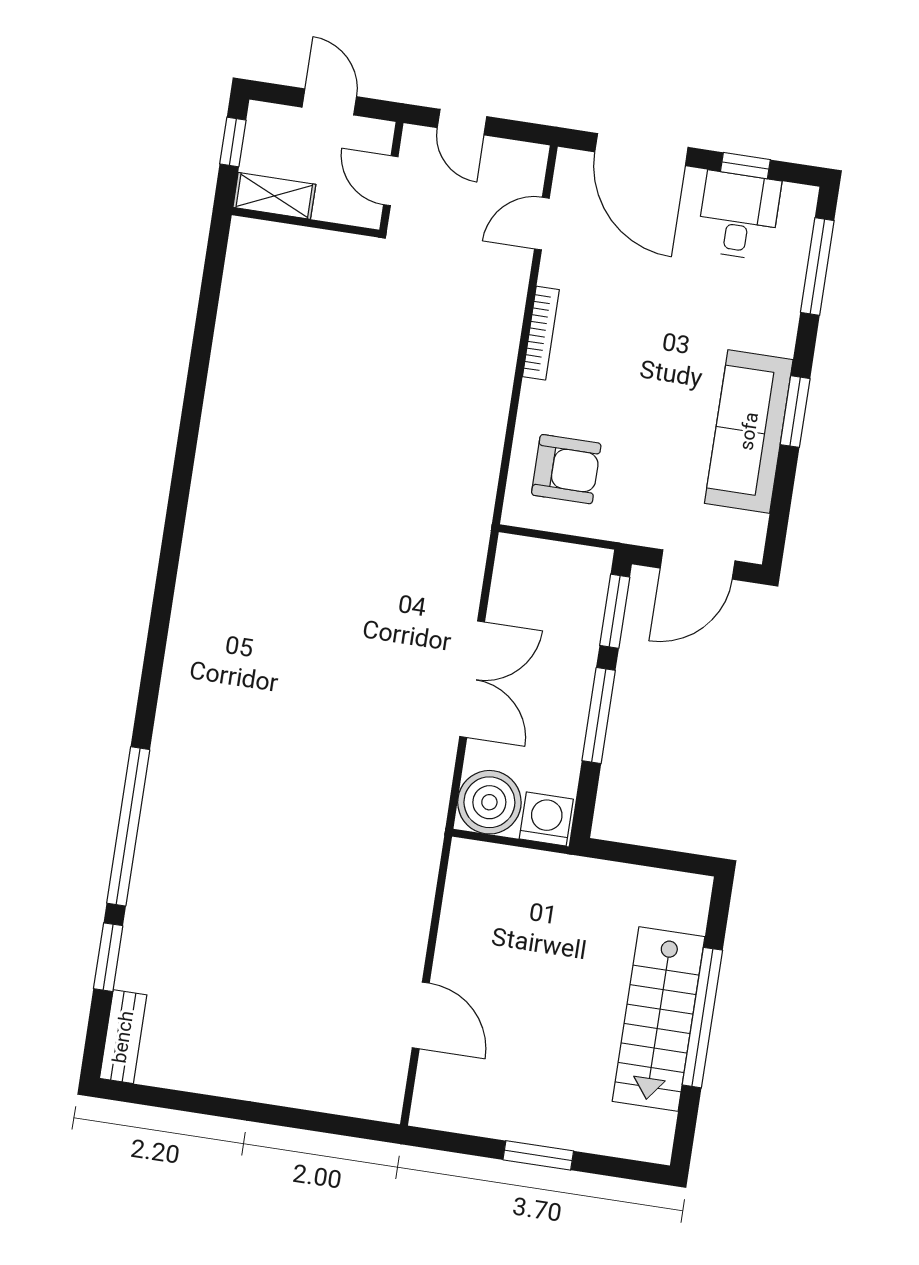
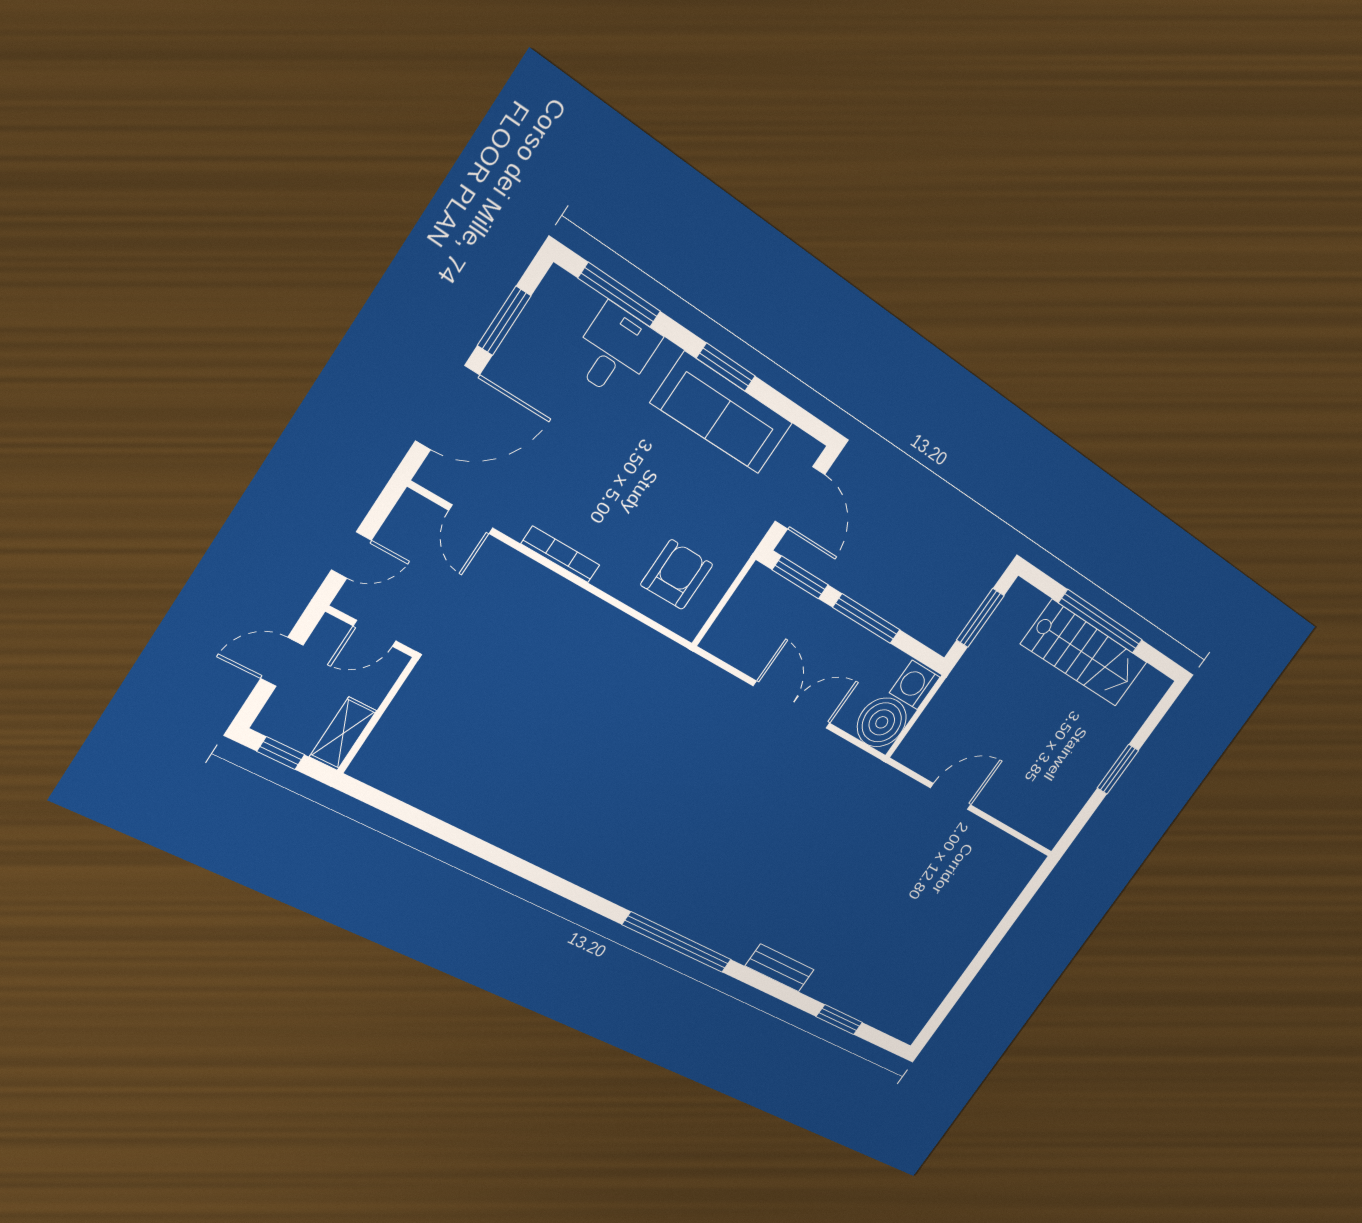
window: (745, 166) -> (504, 321), width x1.50
desk: (739, 216) -> (615, 351), moved, turned 90
window: (128, 826) -> (677, 942), moved
window: (650, 857) -> (980, 618), added
door: (421, 1015) -> (951, 796), moved
bench: (123, 1037) -> (780, 968), moved

